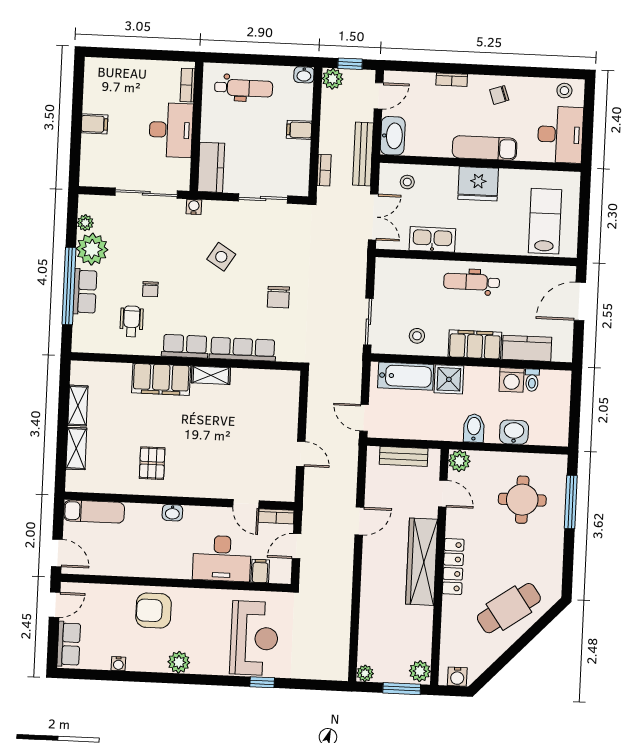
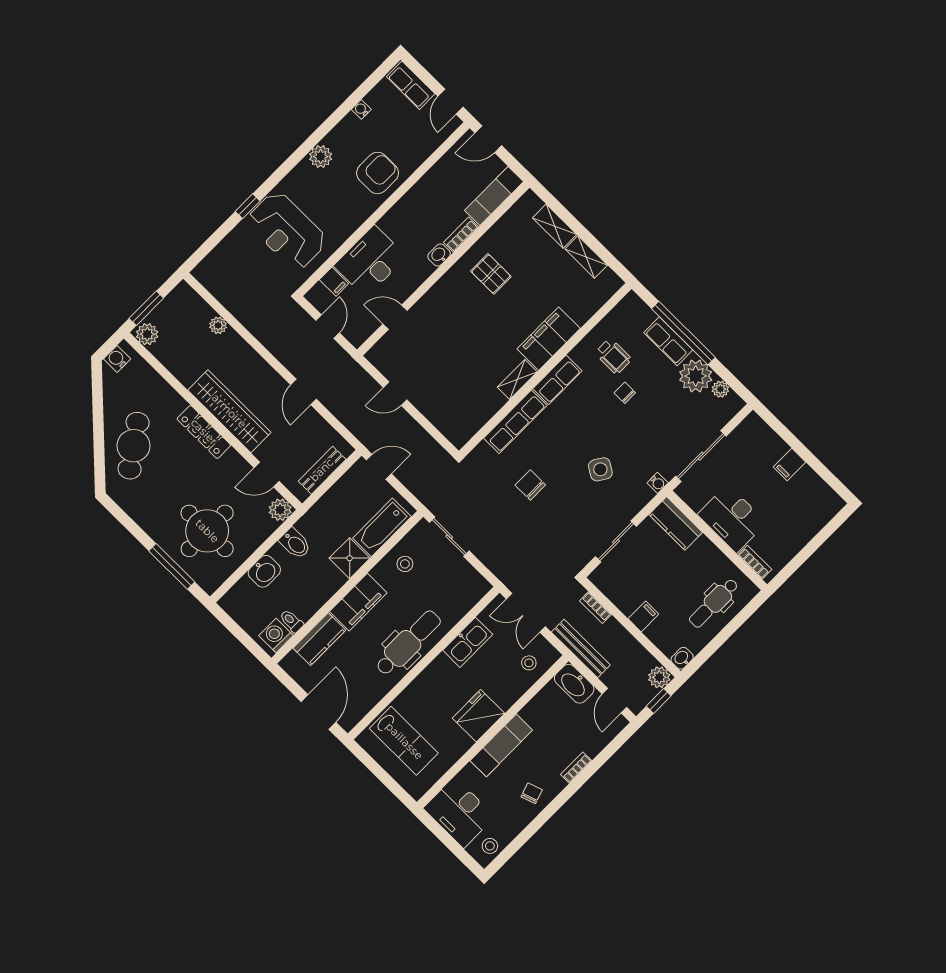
dental chair: (472, 282) -> (408, 643), width x1.36, depth x1.38
washing machine: (512, 380) -> (276, 635), moved
round table: (522, 500) -> (207, 531), width x1.36, depth x1.36
bookcase: (276, 516) -> (461, 235), moved
plant: (365, 673) -> (218, 325), moved

